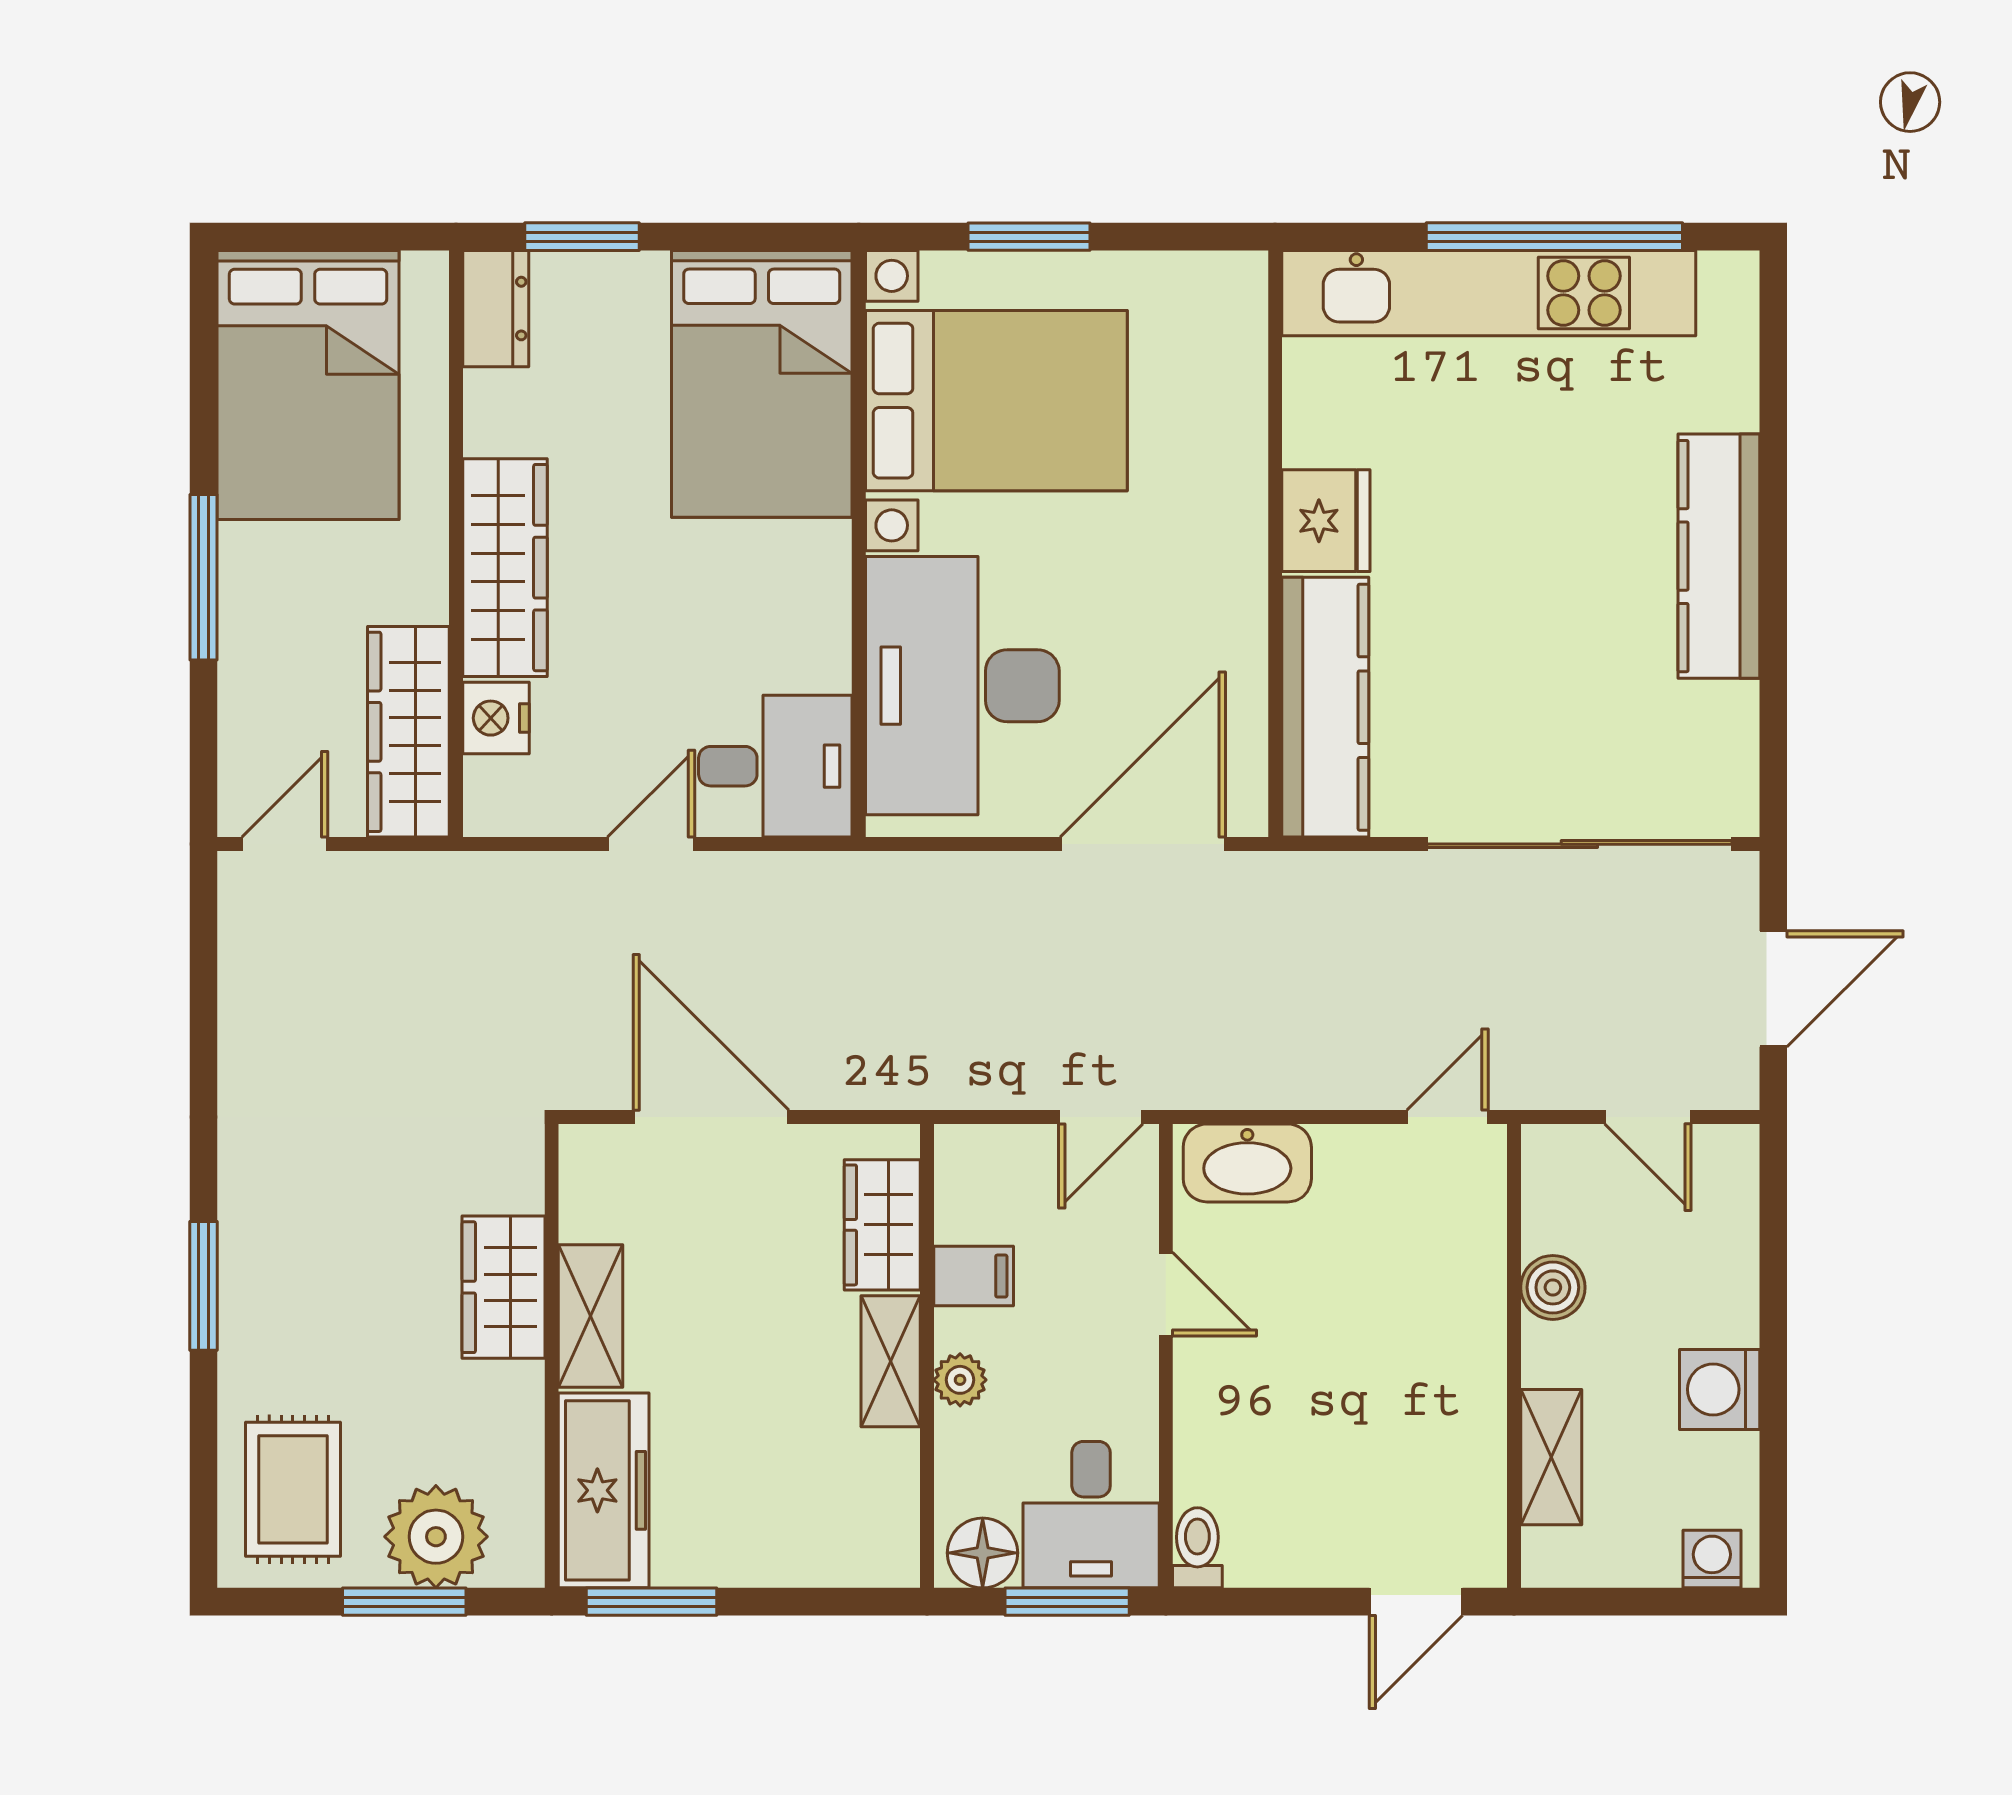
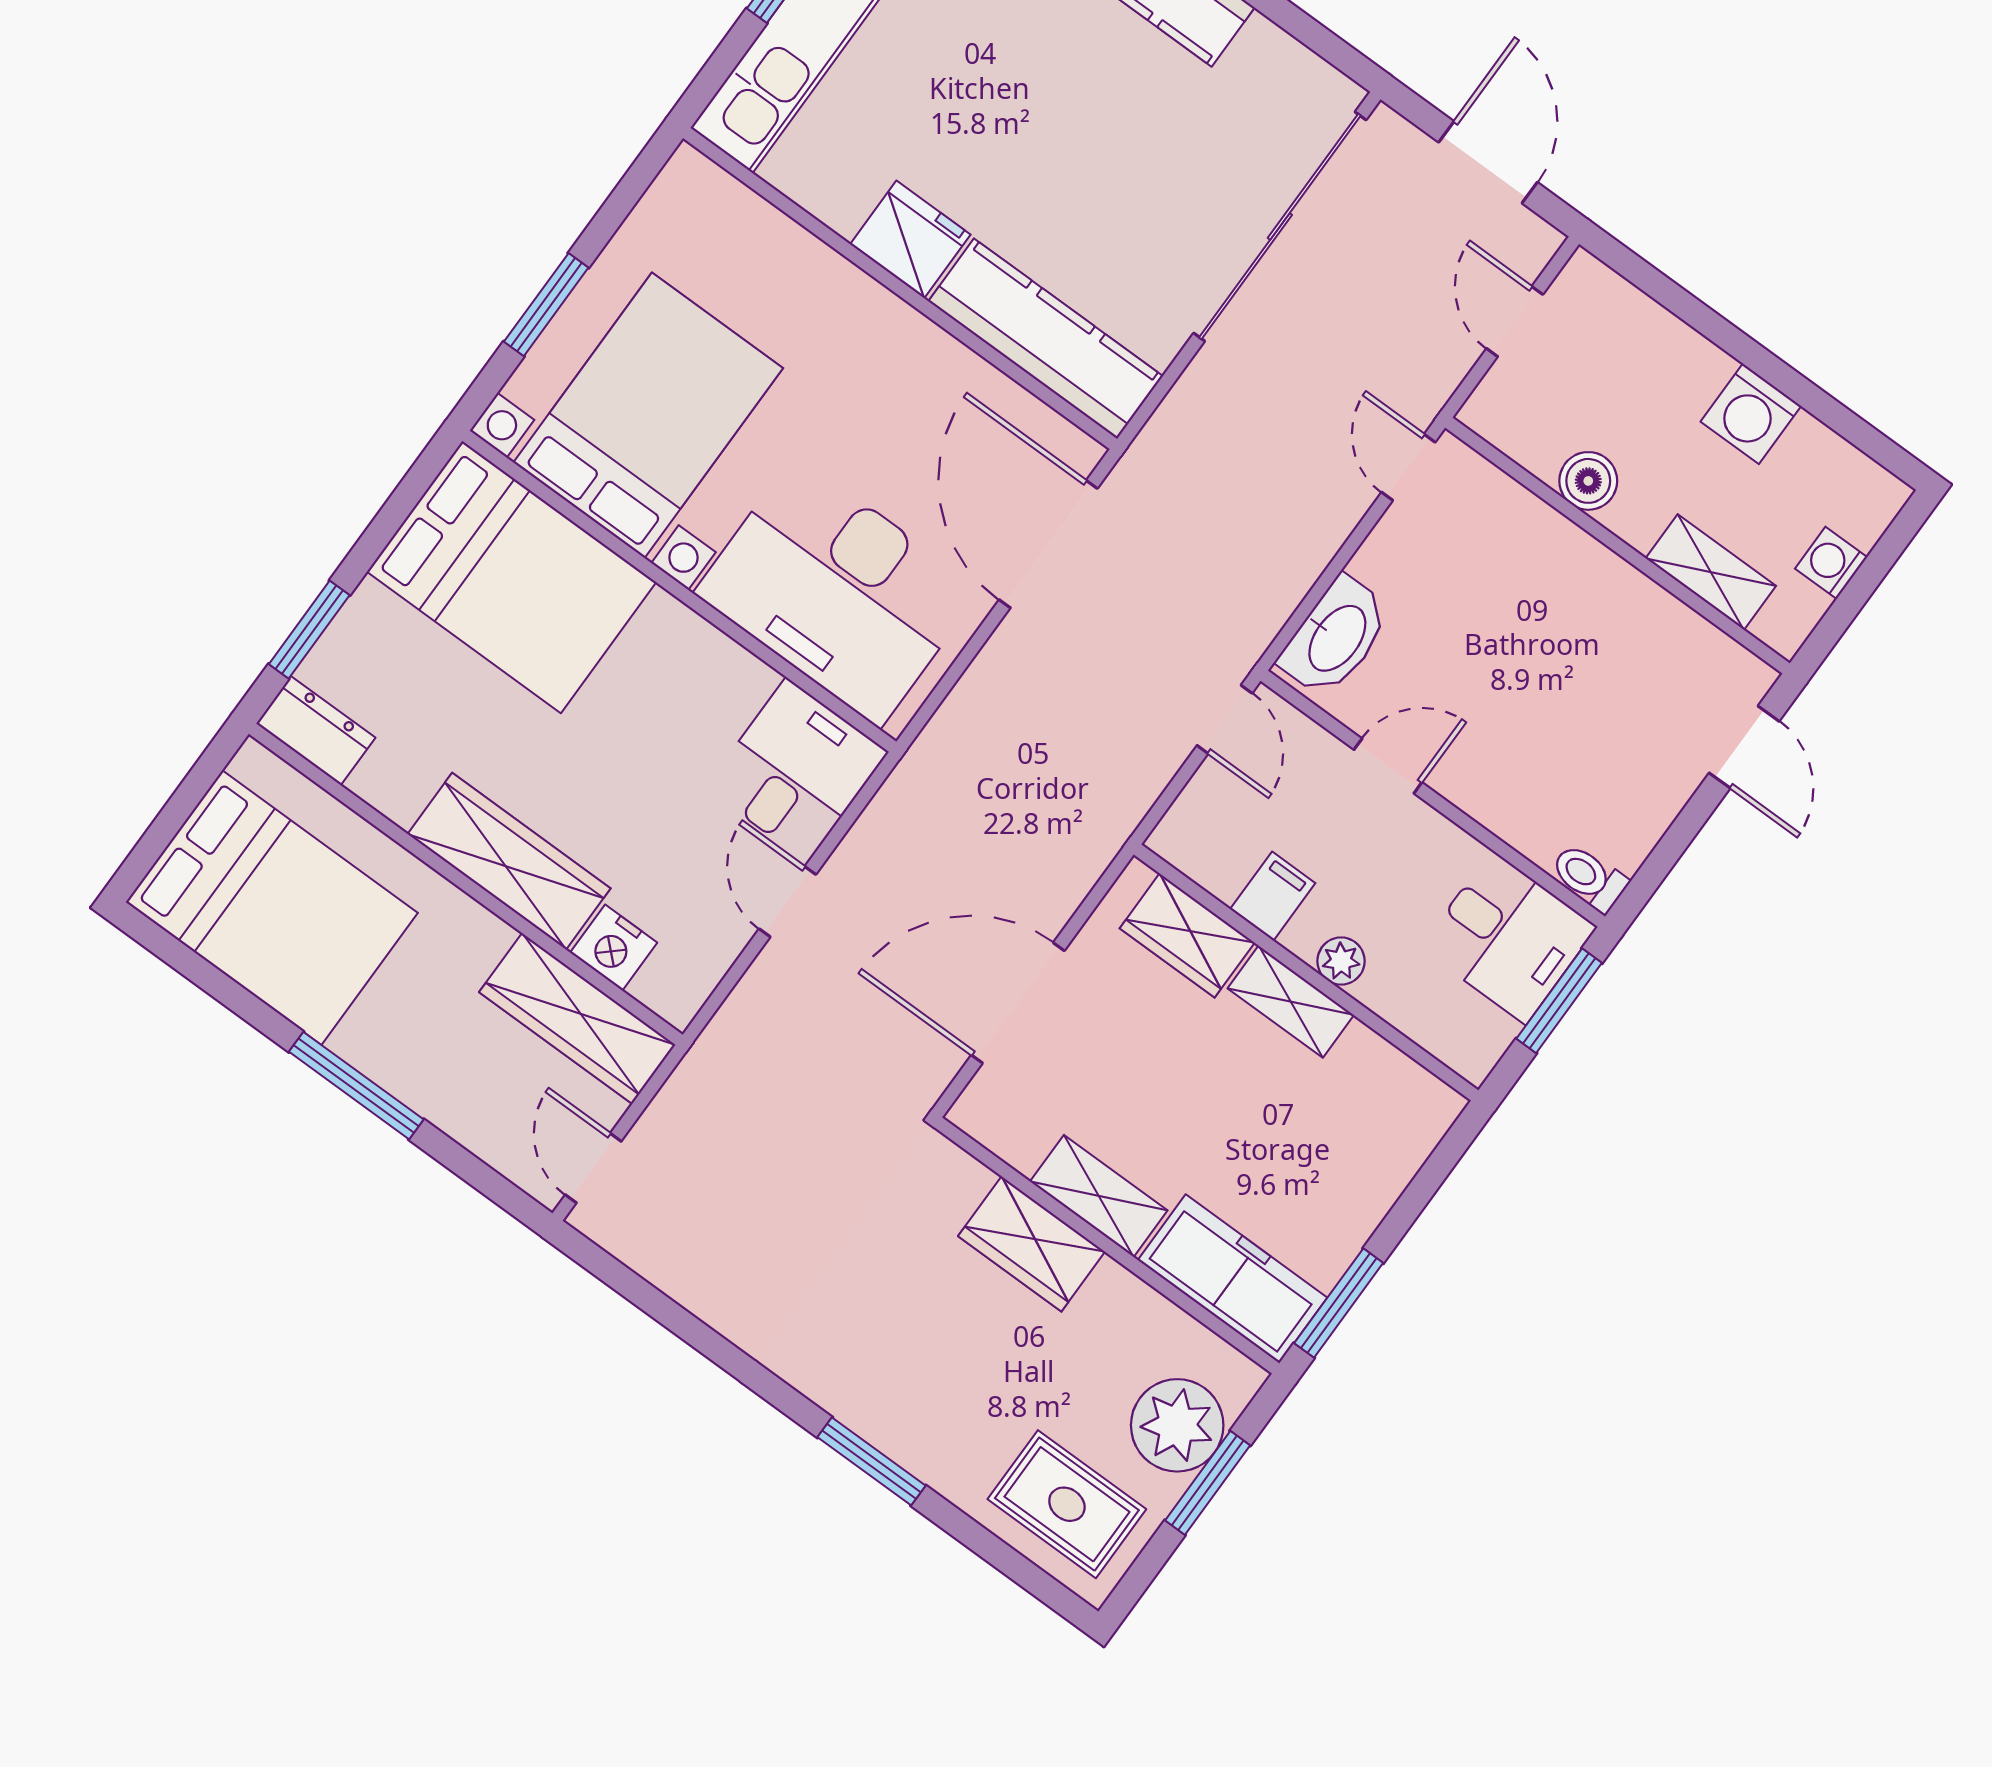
door: (1648, 1117) -> (1515, 321), swing flipped
floor lamp: (983, 1553) -> (1479, 1036), removed
washing machine: (1712, 1559) -> (1831, 563), moved

